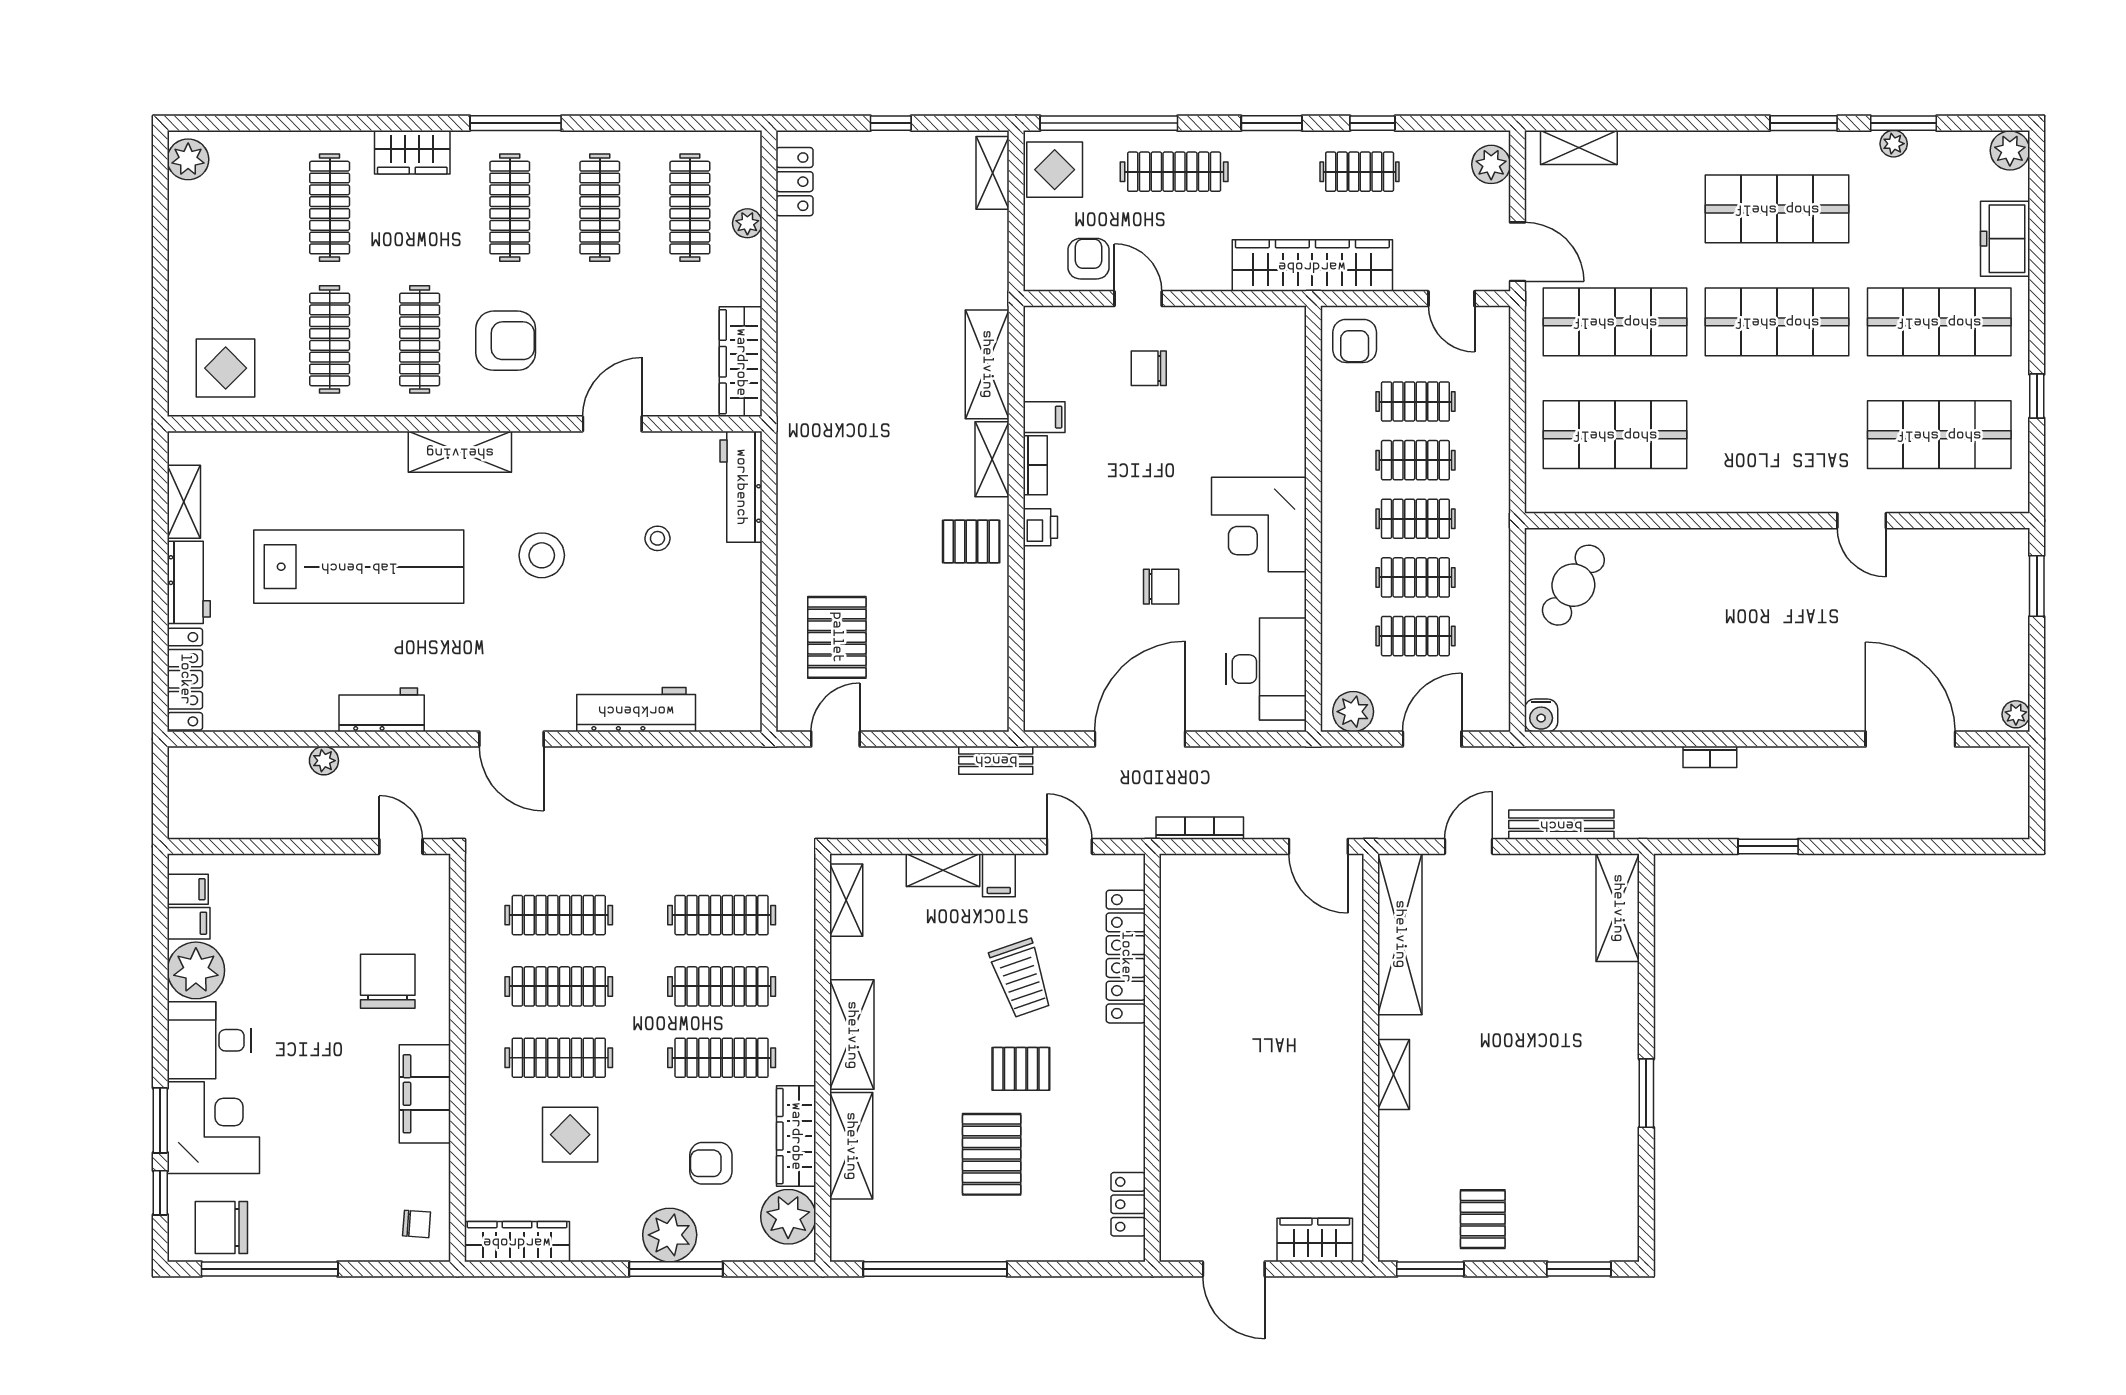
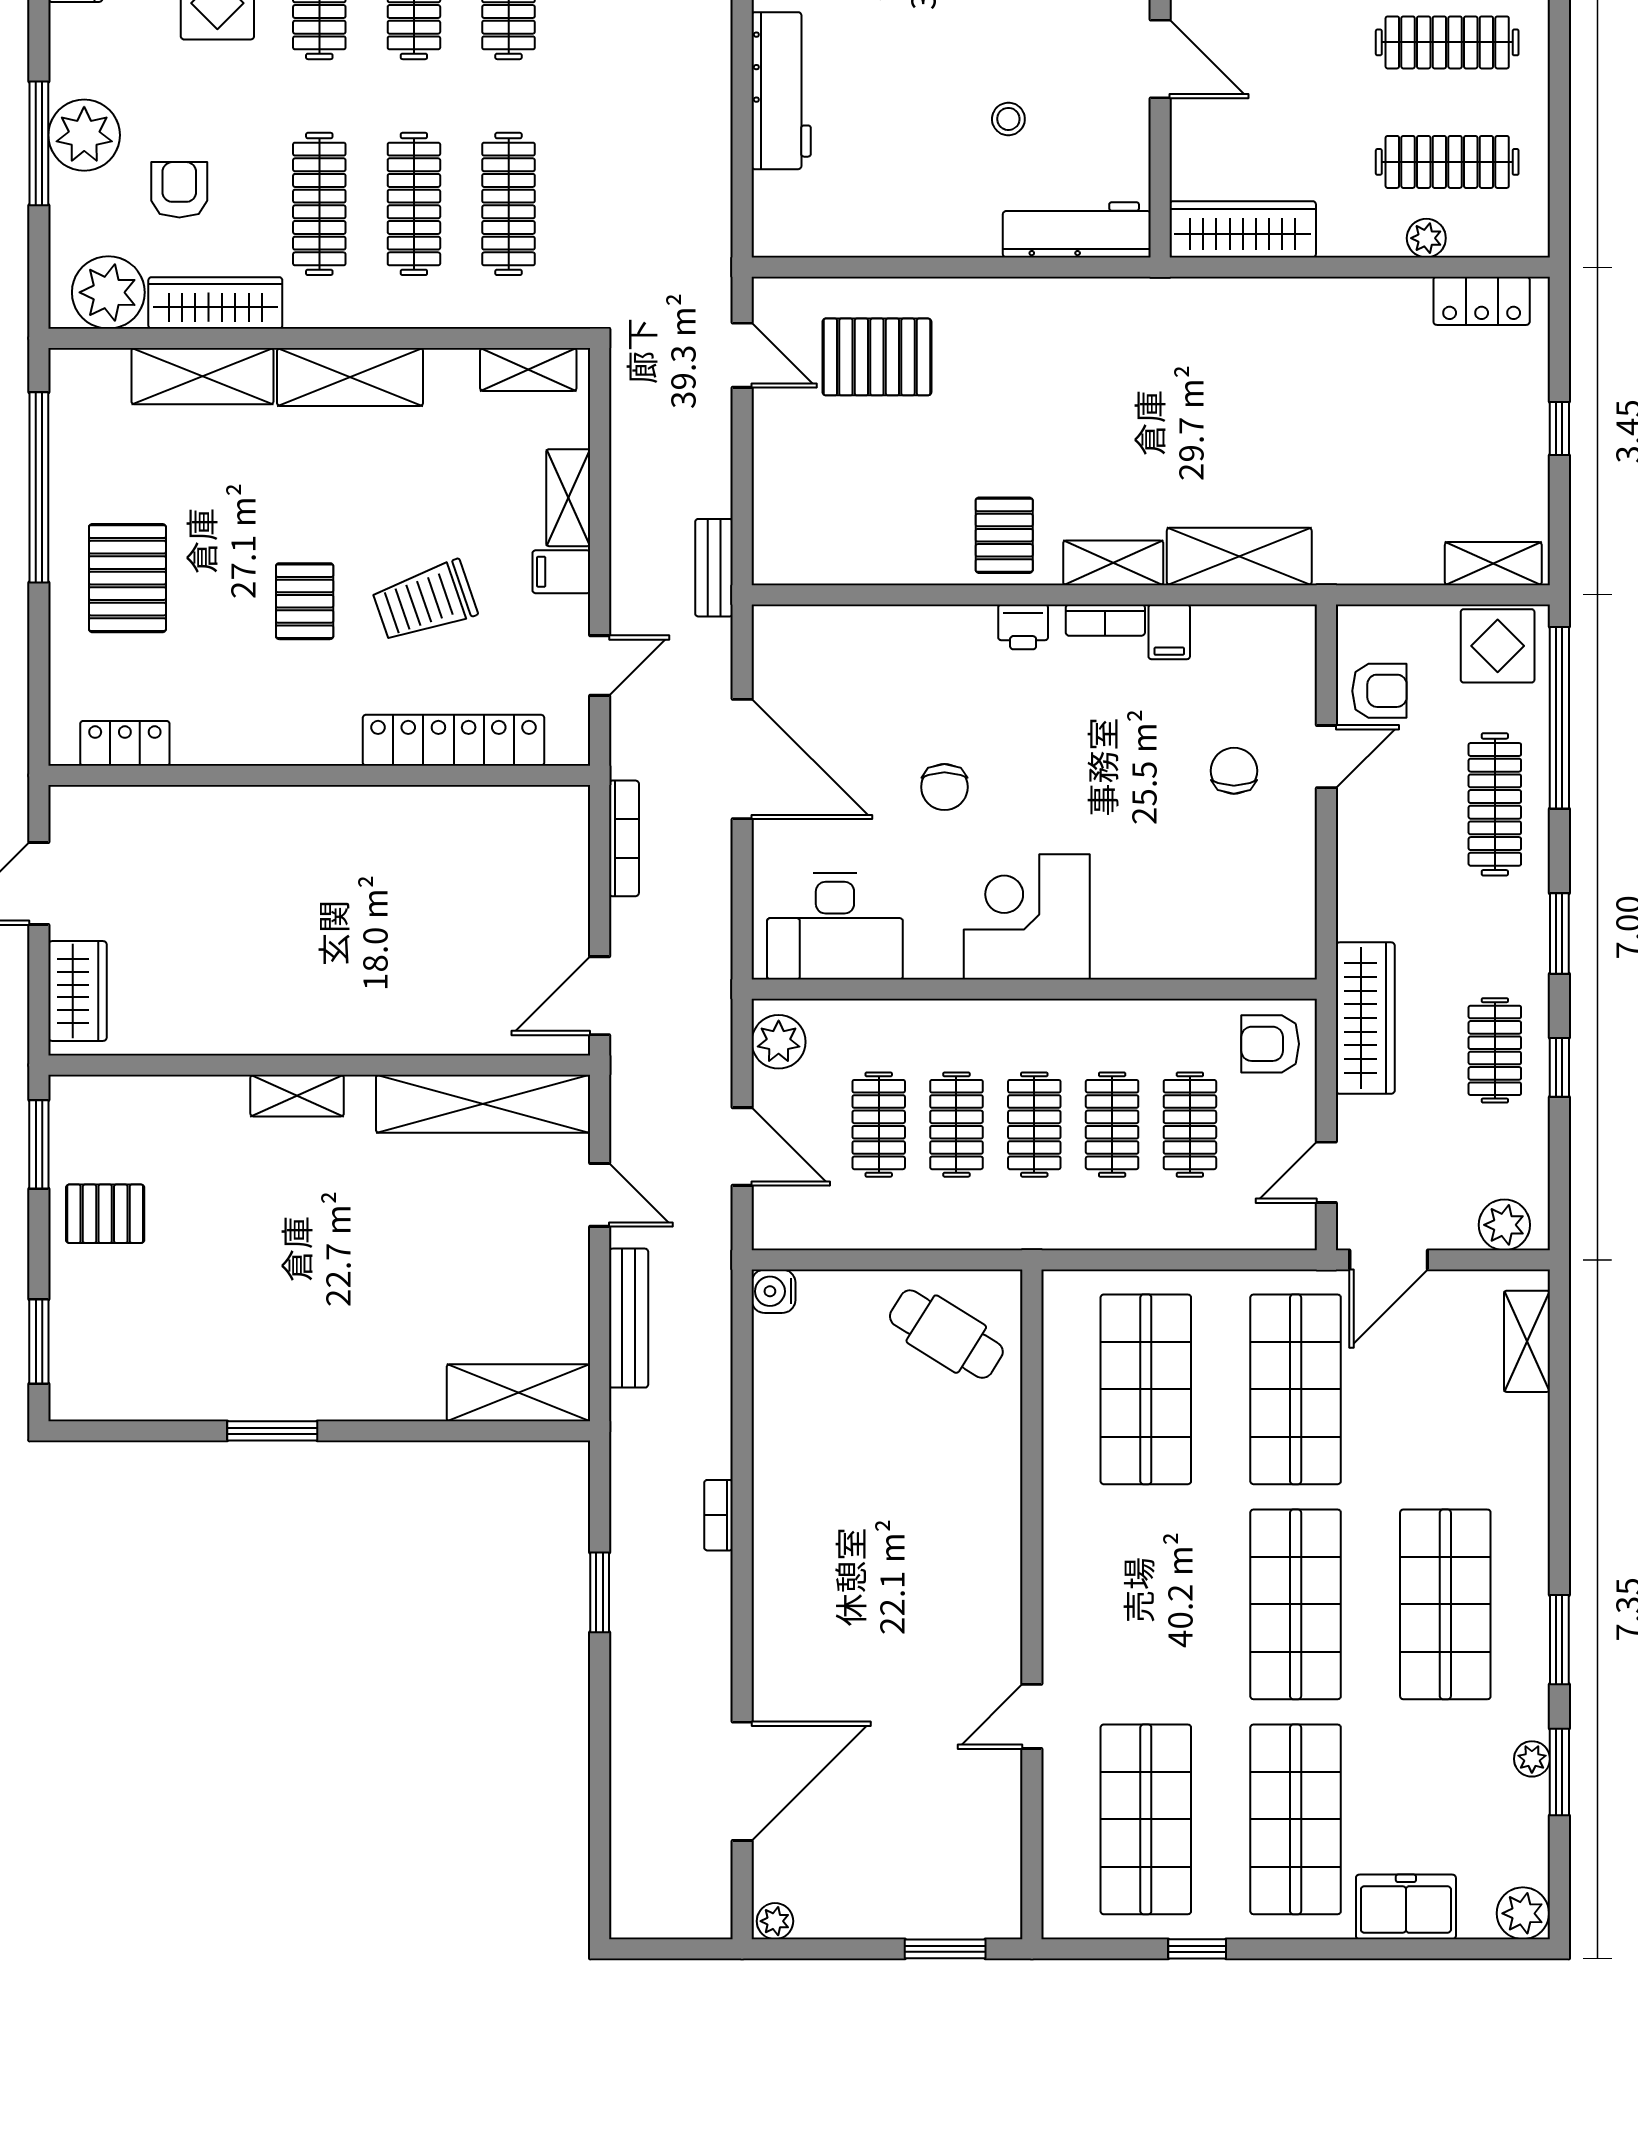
wardrobe: (1312, 266) -> (1365, 1018), width x0.71, depth x0.85
pallet: (992, 1154) -> (127, 578), moved, turned 90

